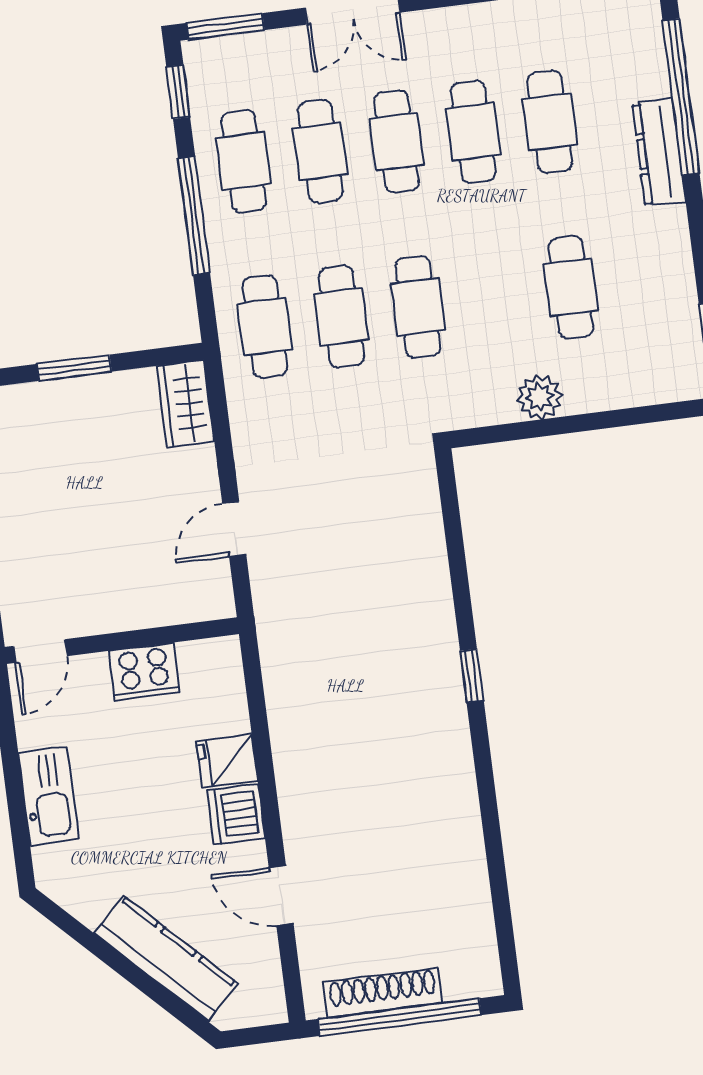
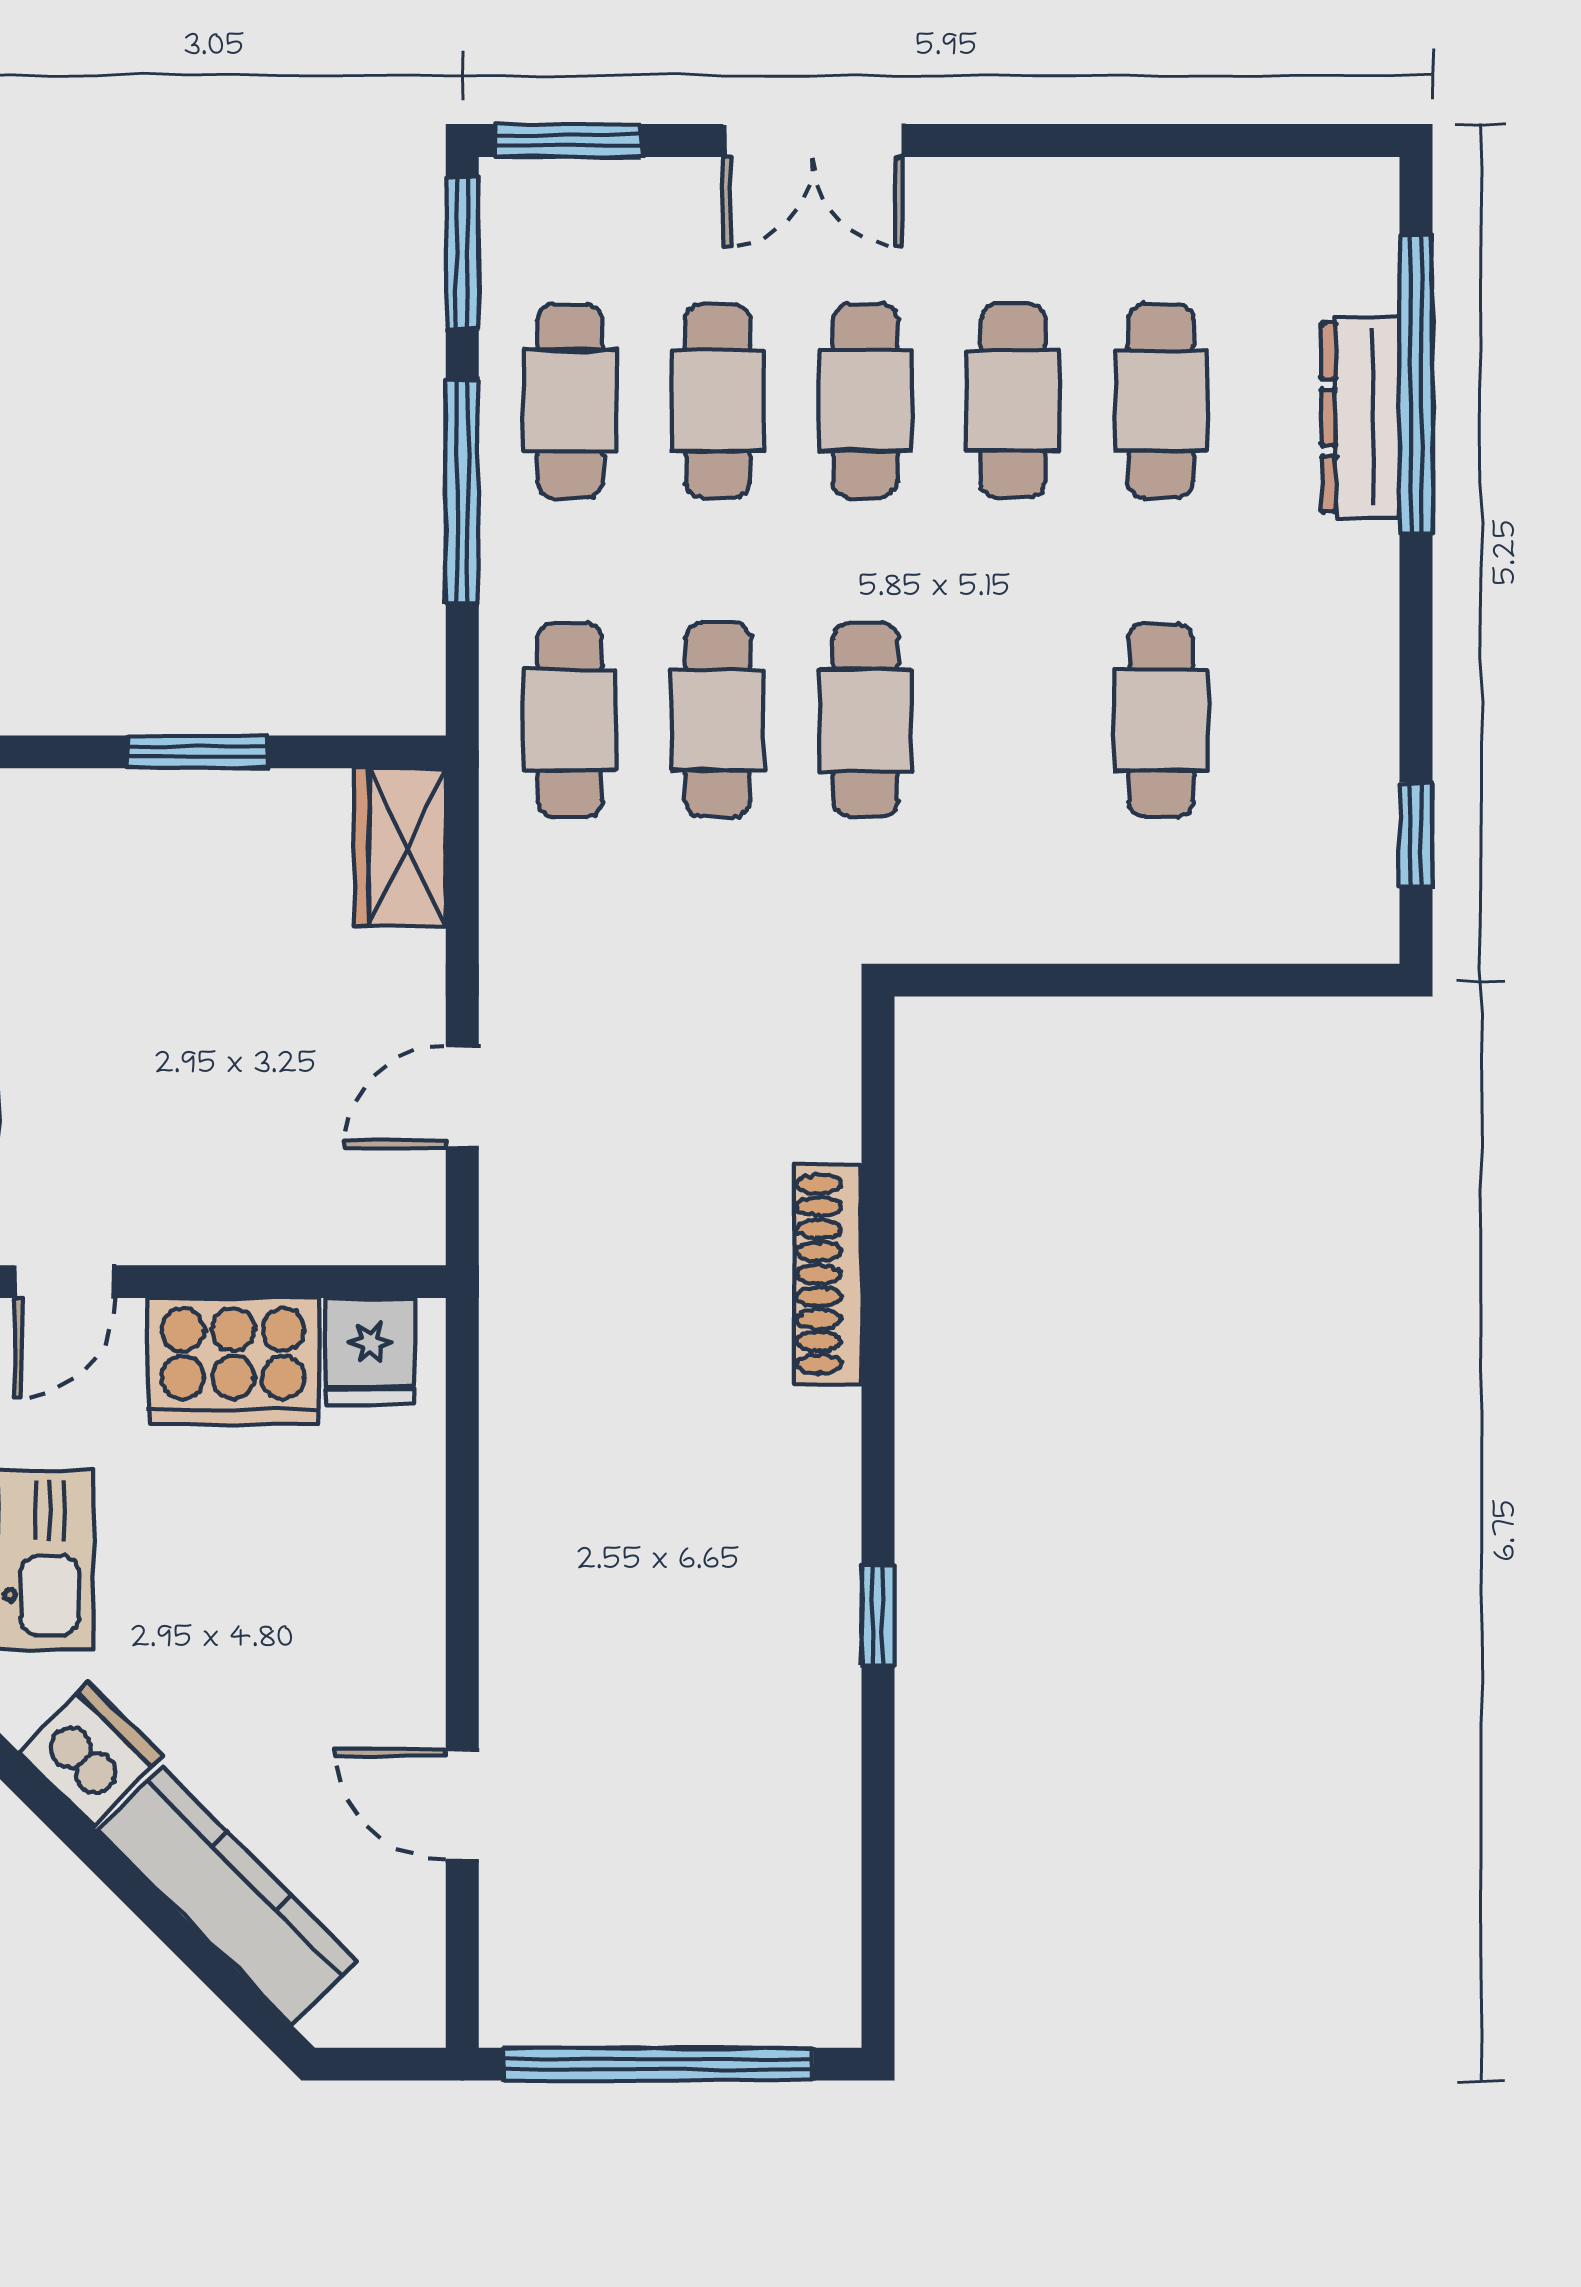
window: (178, 92) -> (462, 253), width x1.50
dresser: (659, 152) -> (1361, 418), moved
plant: (540, 397) -> (1074, 921), removed
cooker: (144, 672) -> (233, 1361), width x1.37, depth x1.31
window: (472, 676) -> (878, 1615), moved
fridge: (227, 761) -> (370, 1351), moved, turned -90
dishwasher: (236, 814) -> (91, 1754), moved, turned 135
shoe rack: (383, 993) -> (828, 1274), moved, turned -90

